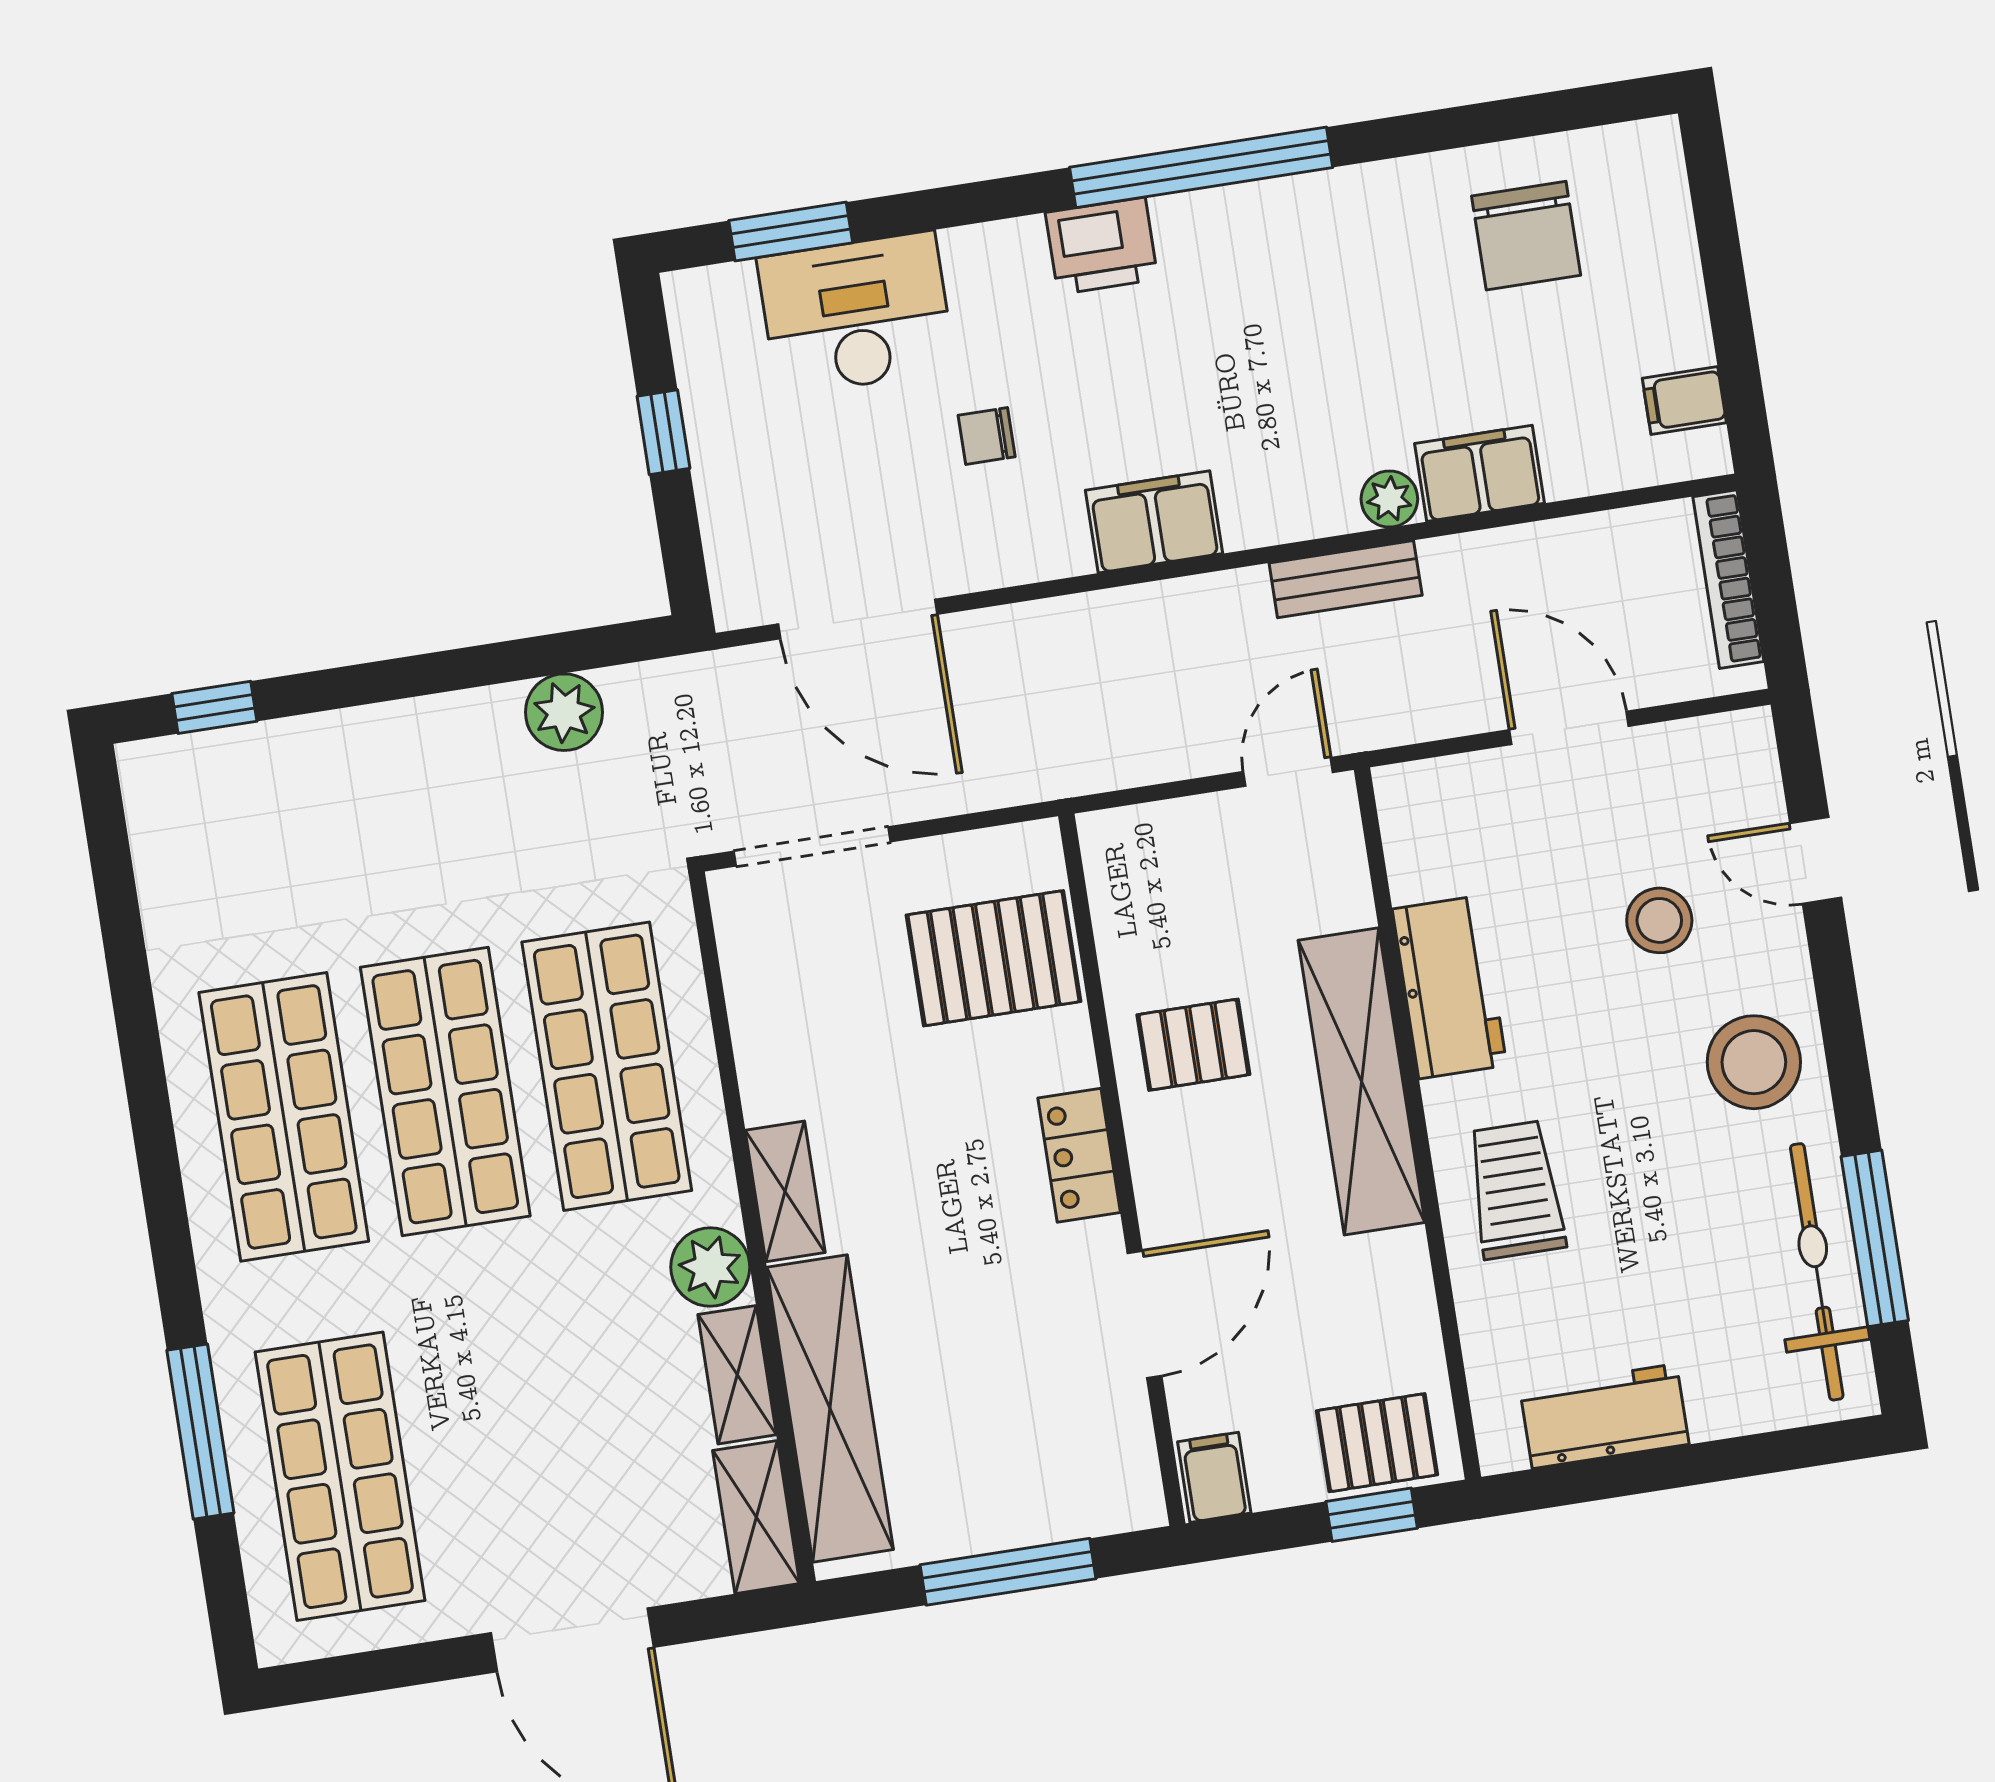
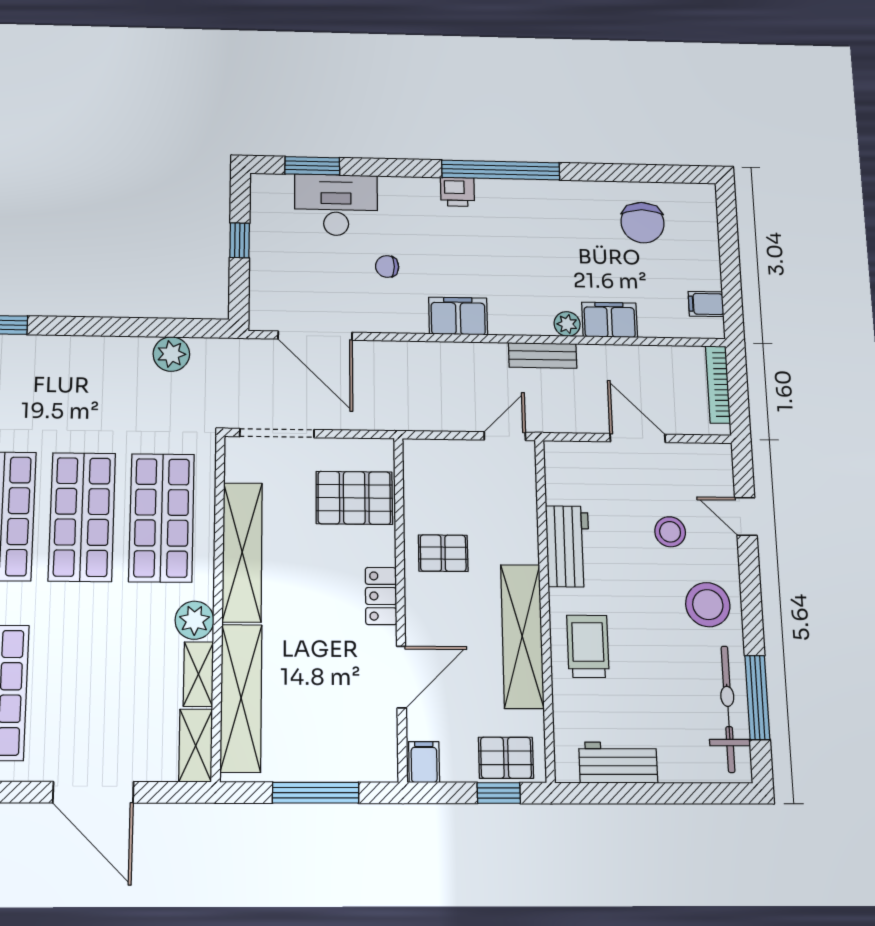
printer: (1102, 246) -> (457, 192), width x0.73, depth x0.81
shelving: (1361, 1081) -> (522, 636), moved
shelving: (785, 1191) -> (242, 552), width x2.20, depth x1.33

